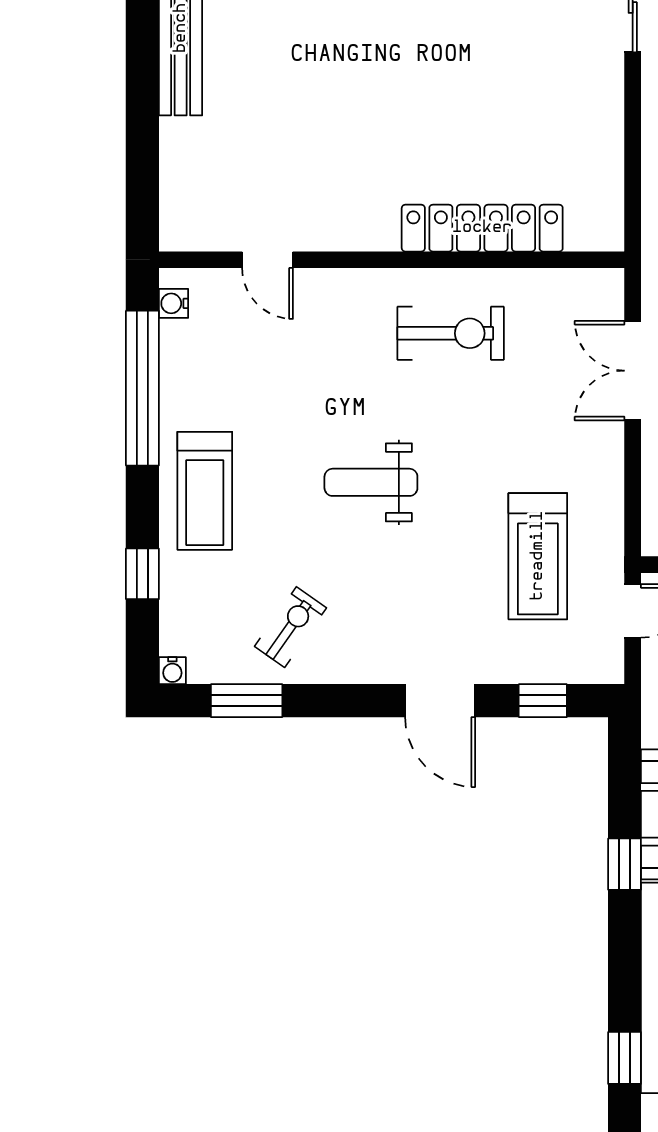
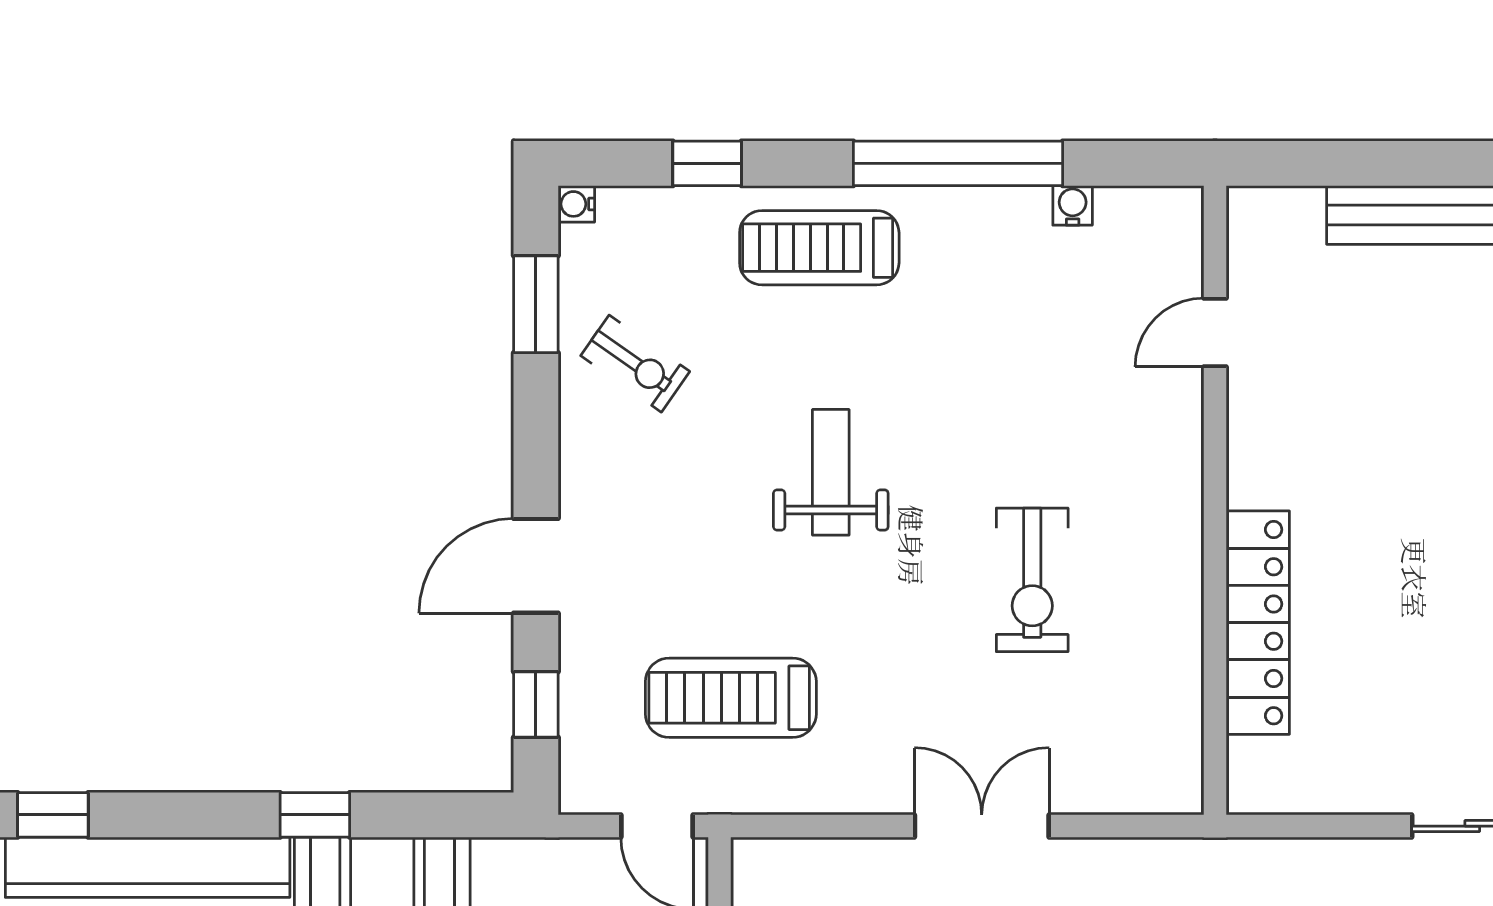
locker: (482, 228) -> (1258, 623), moved
door: (268, 260) -> (1215, 332), moved
wall: (392, 260) -> (1215, 500), moved

